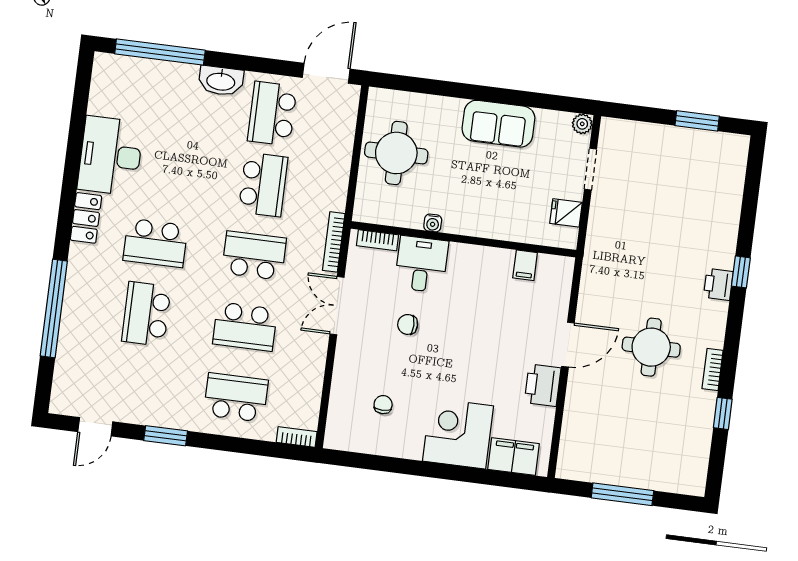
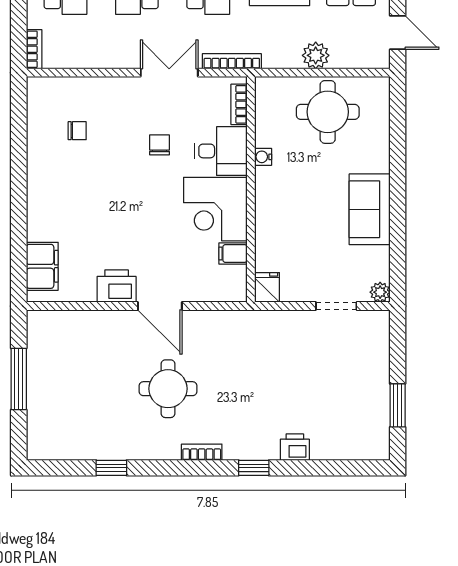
door: (326, 73) -> (398, 32), width x0.73
plant: (339, 158) -> (316, 55), added
fridge: (566, 213) -> (267, 287), moved
printer: (718, 284) -> (295, 447), moved
bookcase: (713, 369) -> (202, 452), moved
corner desk: (458, 433) -> (215, 209), moved, turned 180

